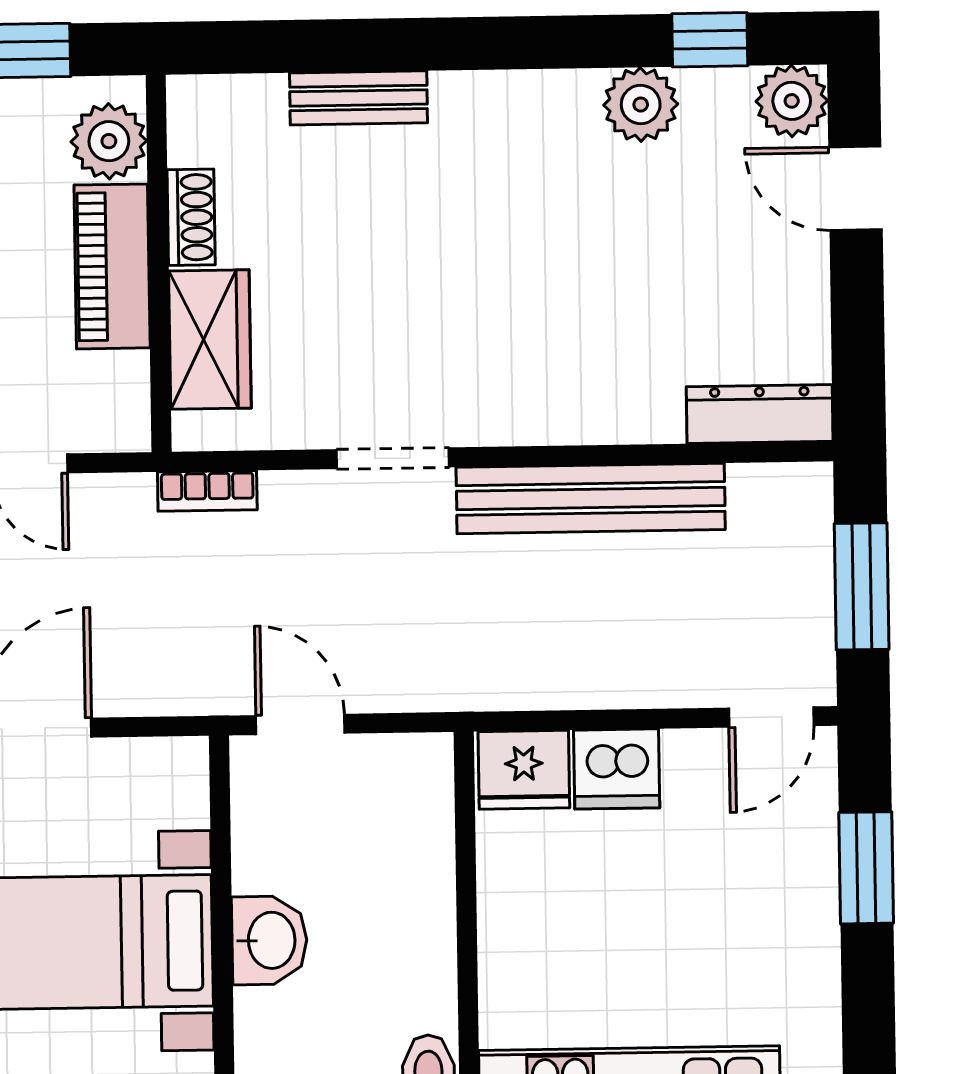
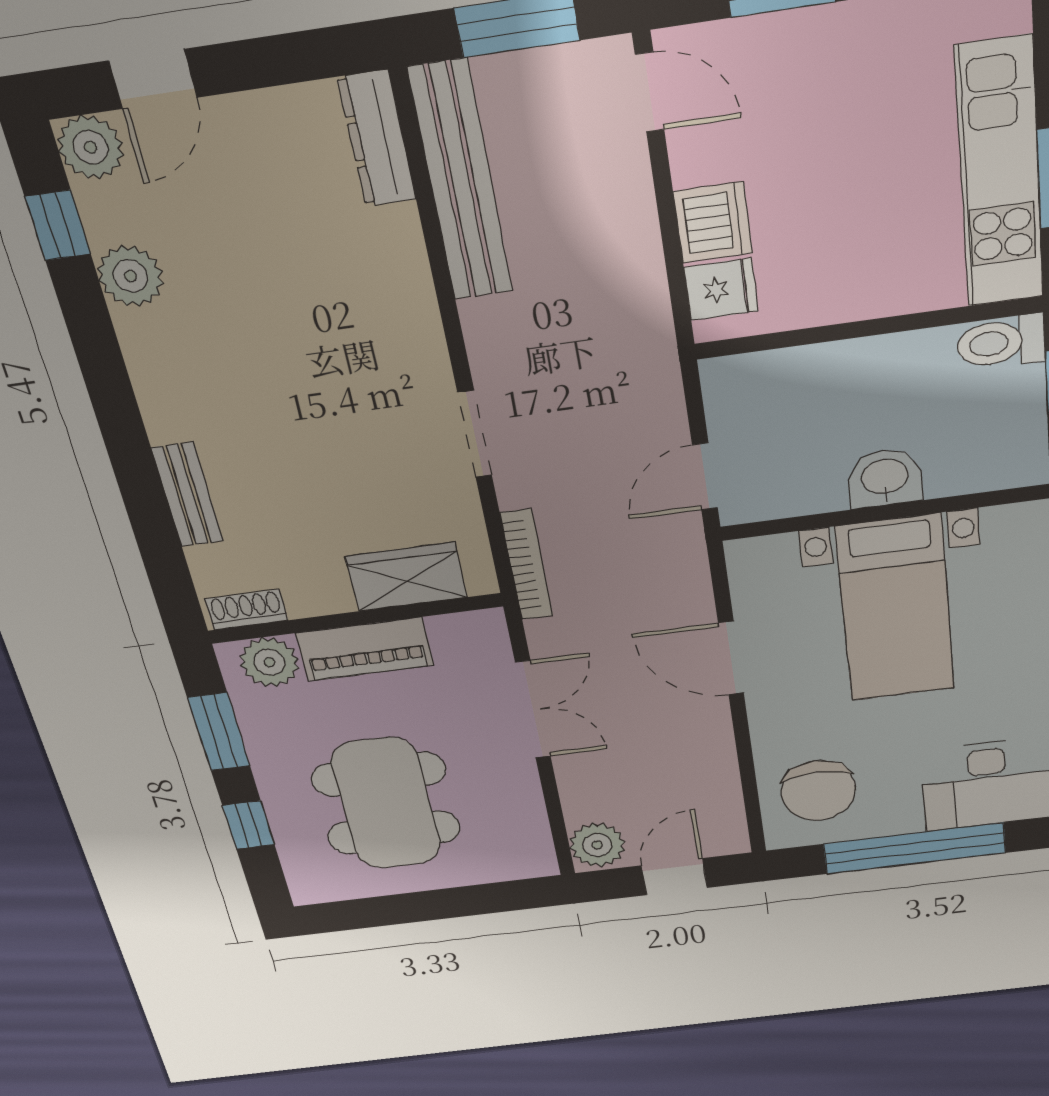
shoe rack: (191, 217) -> (246, 610), moved
bookcase: (207, 491) -> (527, 565), width x1.56
bench: (591, 498) -> (461, 182), moved
fridge: (524, 770) -> (721, 289), width x0.72

